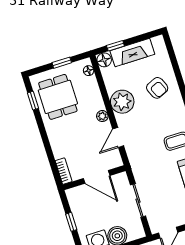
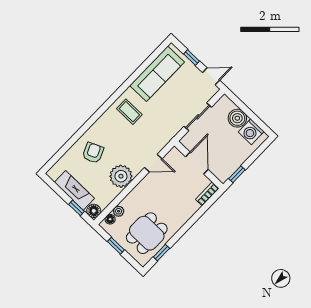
plant: (102, 116) -> (119, 211), moved
window: (71, 222) -> (237, 174), moved

